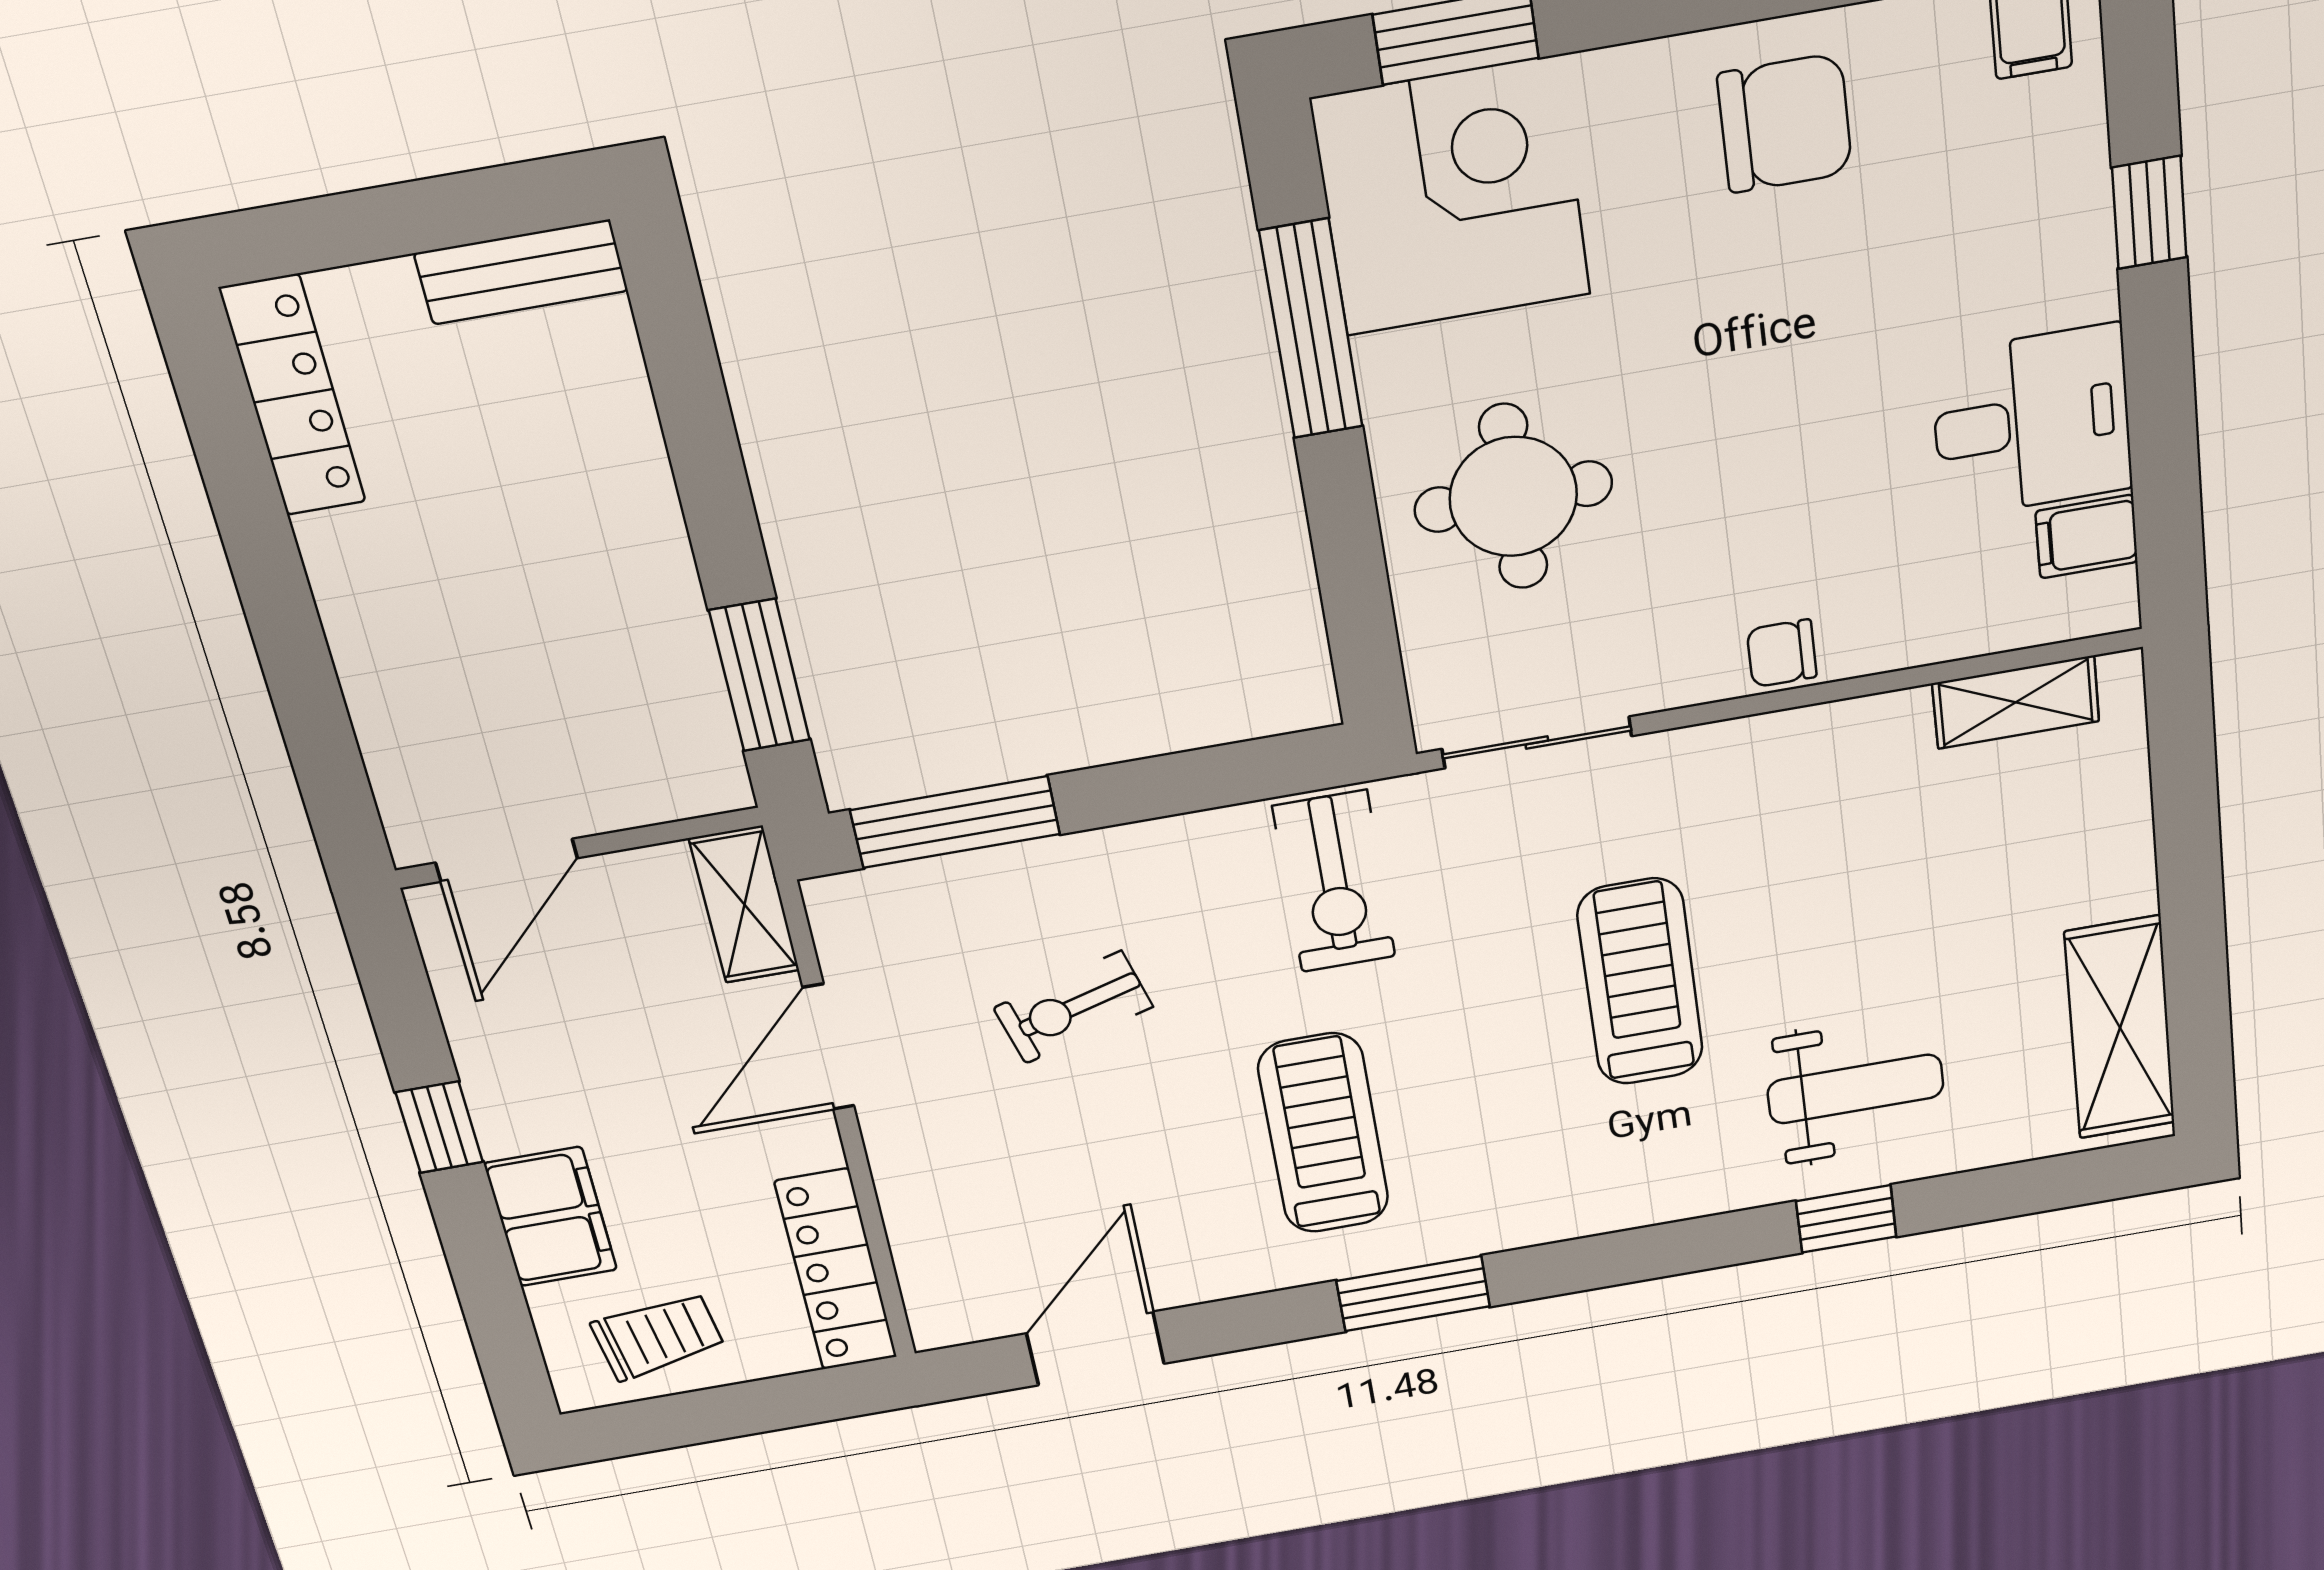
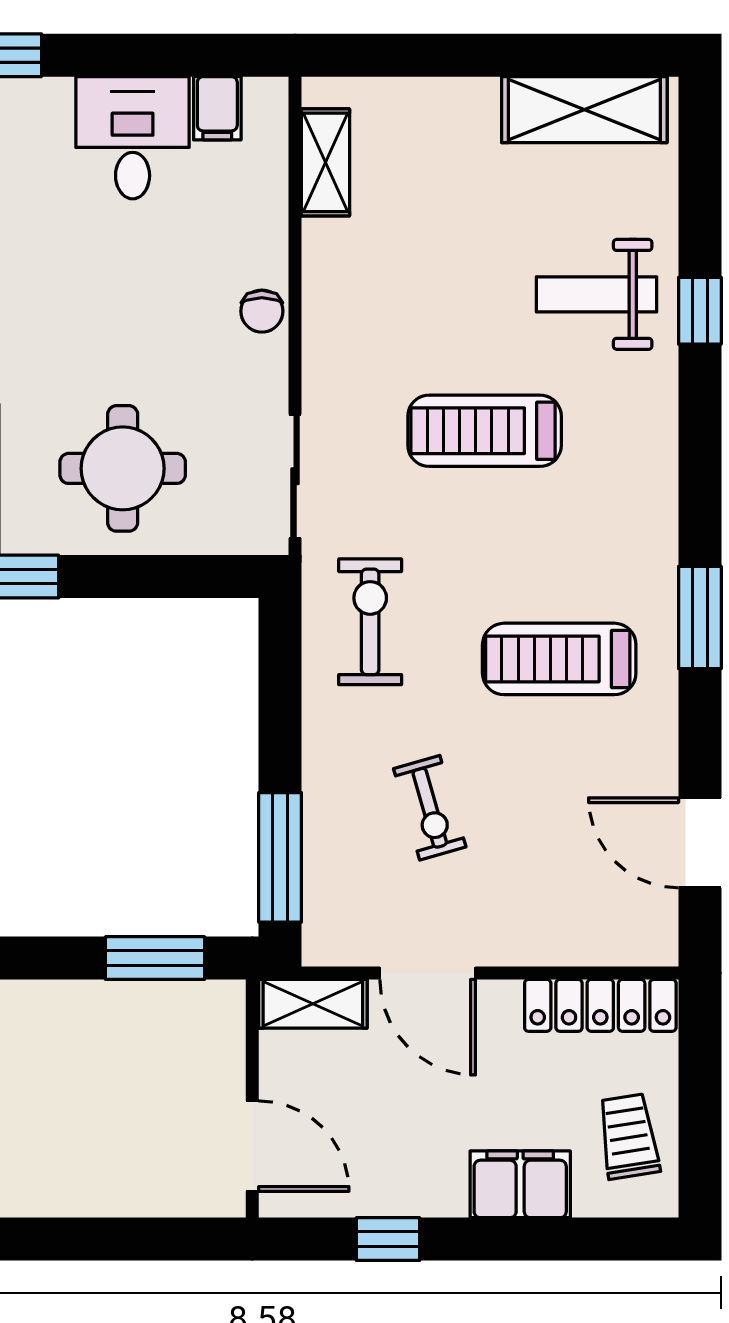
exercise bike: (1334, 882) -> (370, 622), turned -90
weight bench: (1855, 1089) -> (597, 294), turned -90
window: (439, 1127) -> (388, 1239), moved

